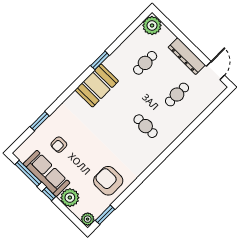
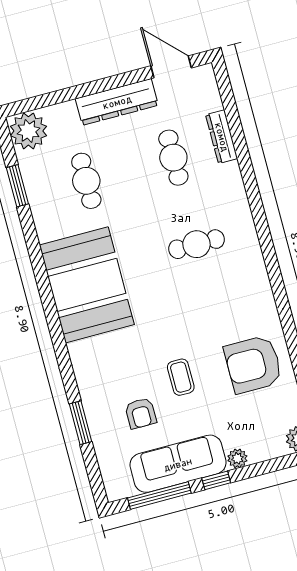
window: (100, 60) -> (17, 186), moved
booth: (97, 85) -> (87, 285), width x1.36, depth x1.42
dresser: (198, 110) -> (222, 137), added
coffee table: (84, 153) -> (181, 377), added
plant: (70, 198) -> (237, 458), width x0.53, depth x0.53

